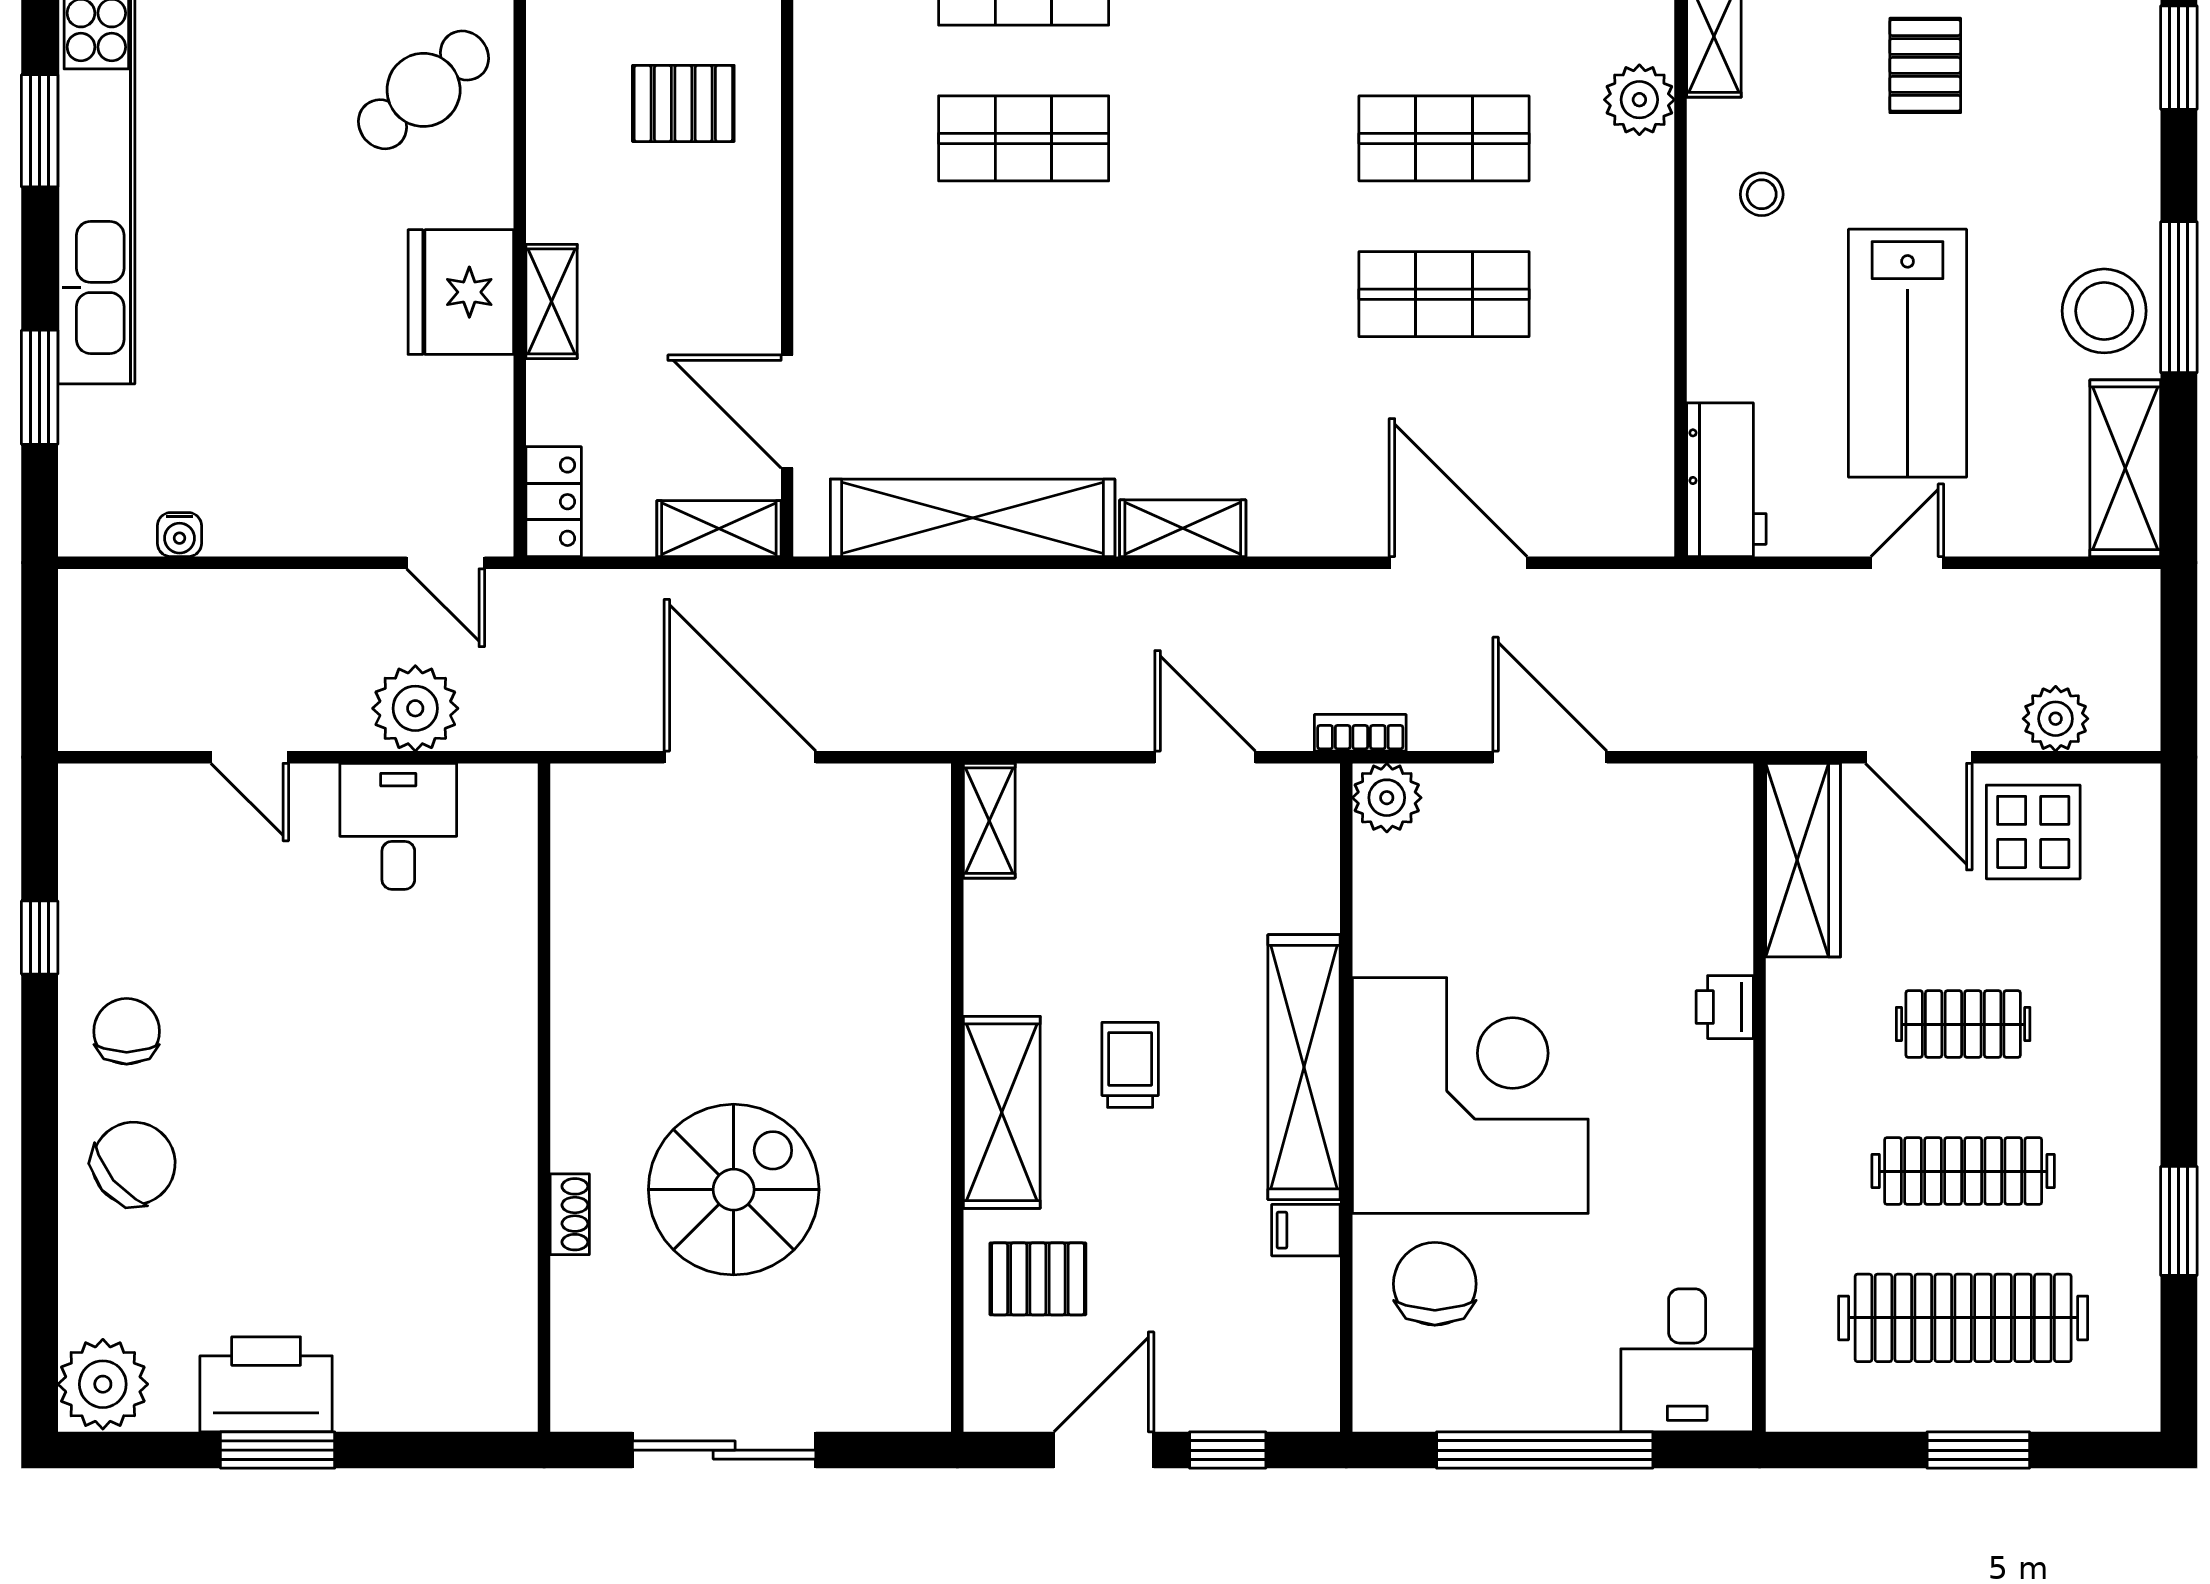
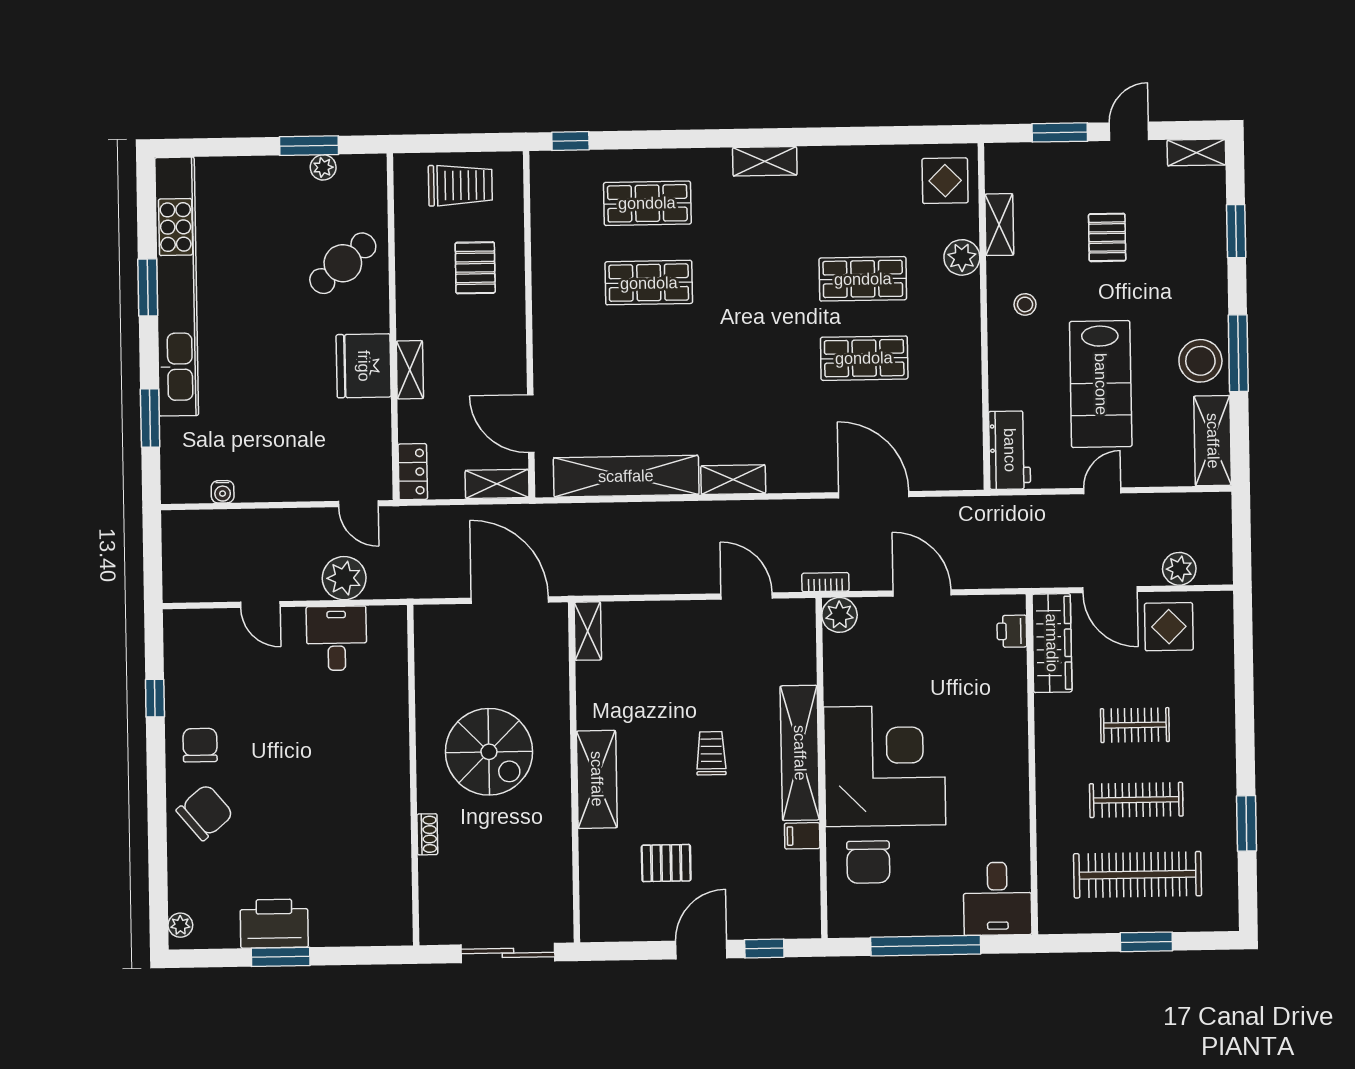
pallet: (683, 103) -> (475, 268), turned 90
shelving: (989, 821) -> (588, 631), moved
printer: (1725, 1007) -> (1012, 631), moved
wall: (957, 1098) -> (574, 772), moved
shelving: (1002, 1112) -> (597, 779), moved
spiral stairs: (734, 1190) -> (489, 752), moved, turned 90
chair: (1435, 1284) -> (868, 862), turned 180
plant: (103, 1384) -> (180, 925), width x0.53, depth x0.53

